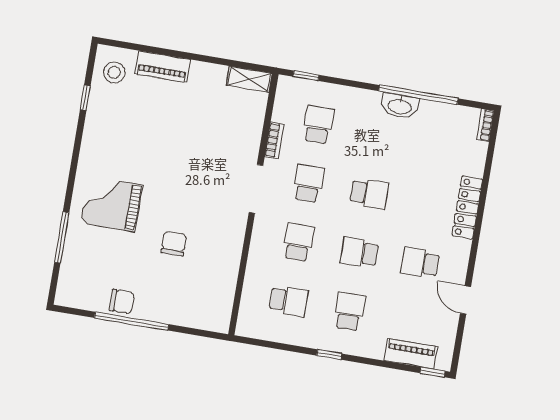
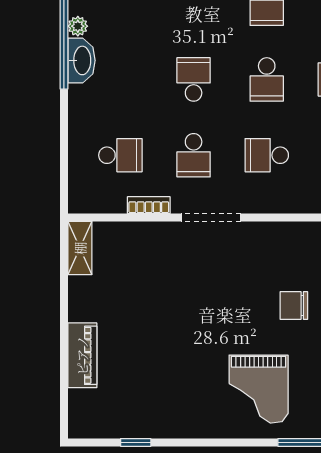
stool: (114, 73) -> (99, 413), removed
window: (306, 76) -> (64, 180), removed
plant: (428, 108) -> (78, 26), added
school desk: (318, 124) -> (120, 155), turned 180
school desk: (308, 183) -> (194, 155), turned -90

